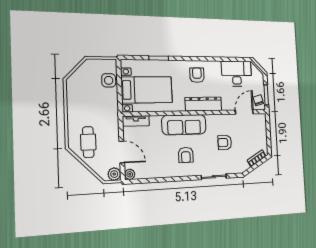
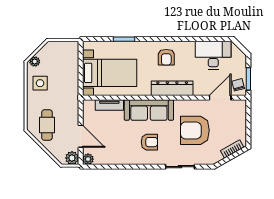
armchair: (197, 75) -> (166, 57), turned 180
plant: (74, 79) -> (35, 61), added
side table: (109, 80) -> (40, 83), moved
tv unit: (136, 121) -> (109, 105), moved
armchair: (225, 142) -> (195, 130), width x1.88, depth x1.88
armchair: (186, 155) -> (149, 142), turned -90

